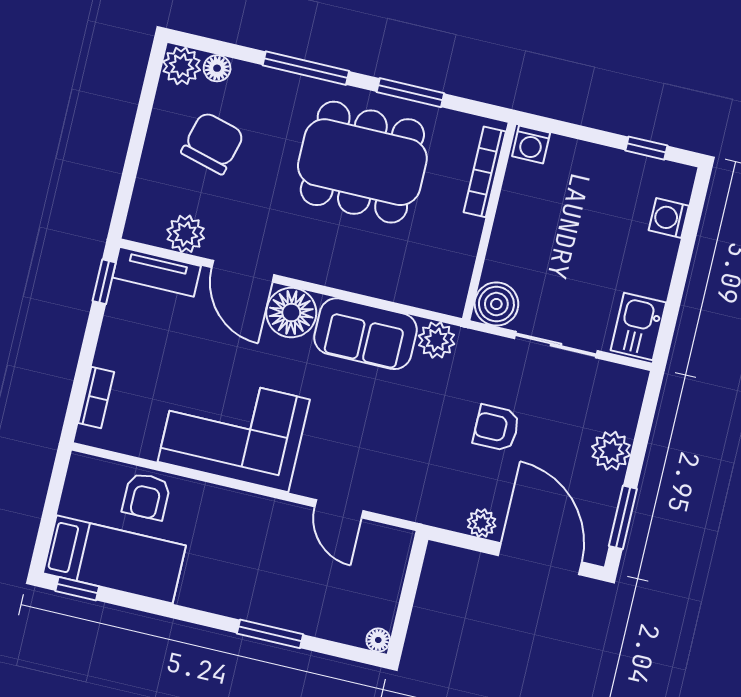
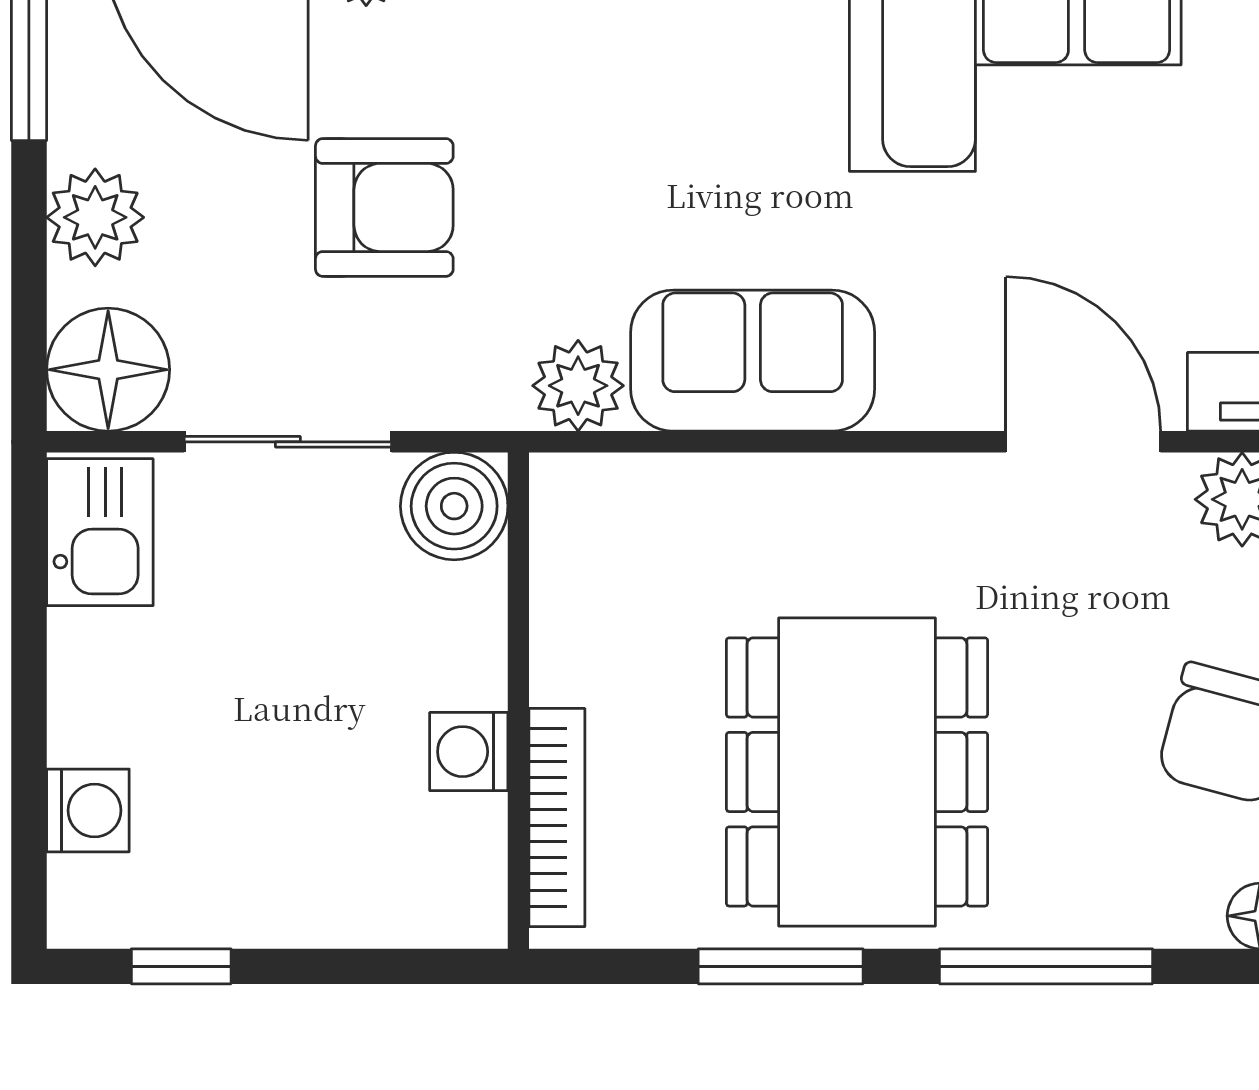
washing machine: (531, 144) -> (469, 752), moved, turned -90
dining table: (362, 162) -> (857, 772), turned 90
floor lamp: (291, 313) -> (108, 370), moved
armchair: (496, 428) -> (384, 207), width x1.38, depth x1.38

